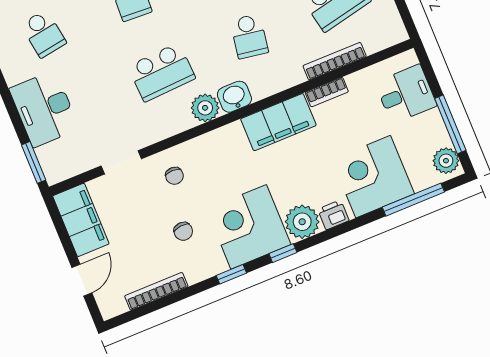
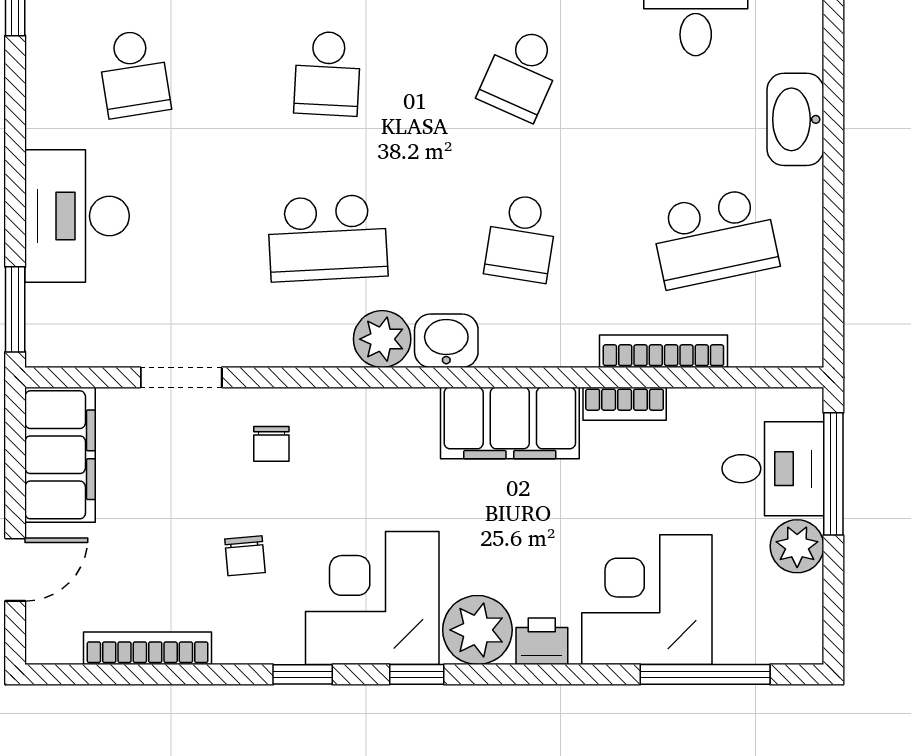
window: (450, 124) -> (833, 474), moved
plant: (446, 161) -> (797, 546), moved

